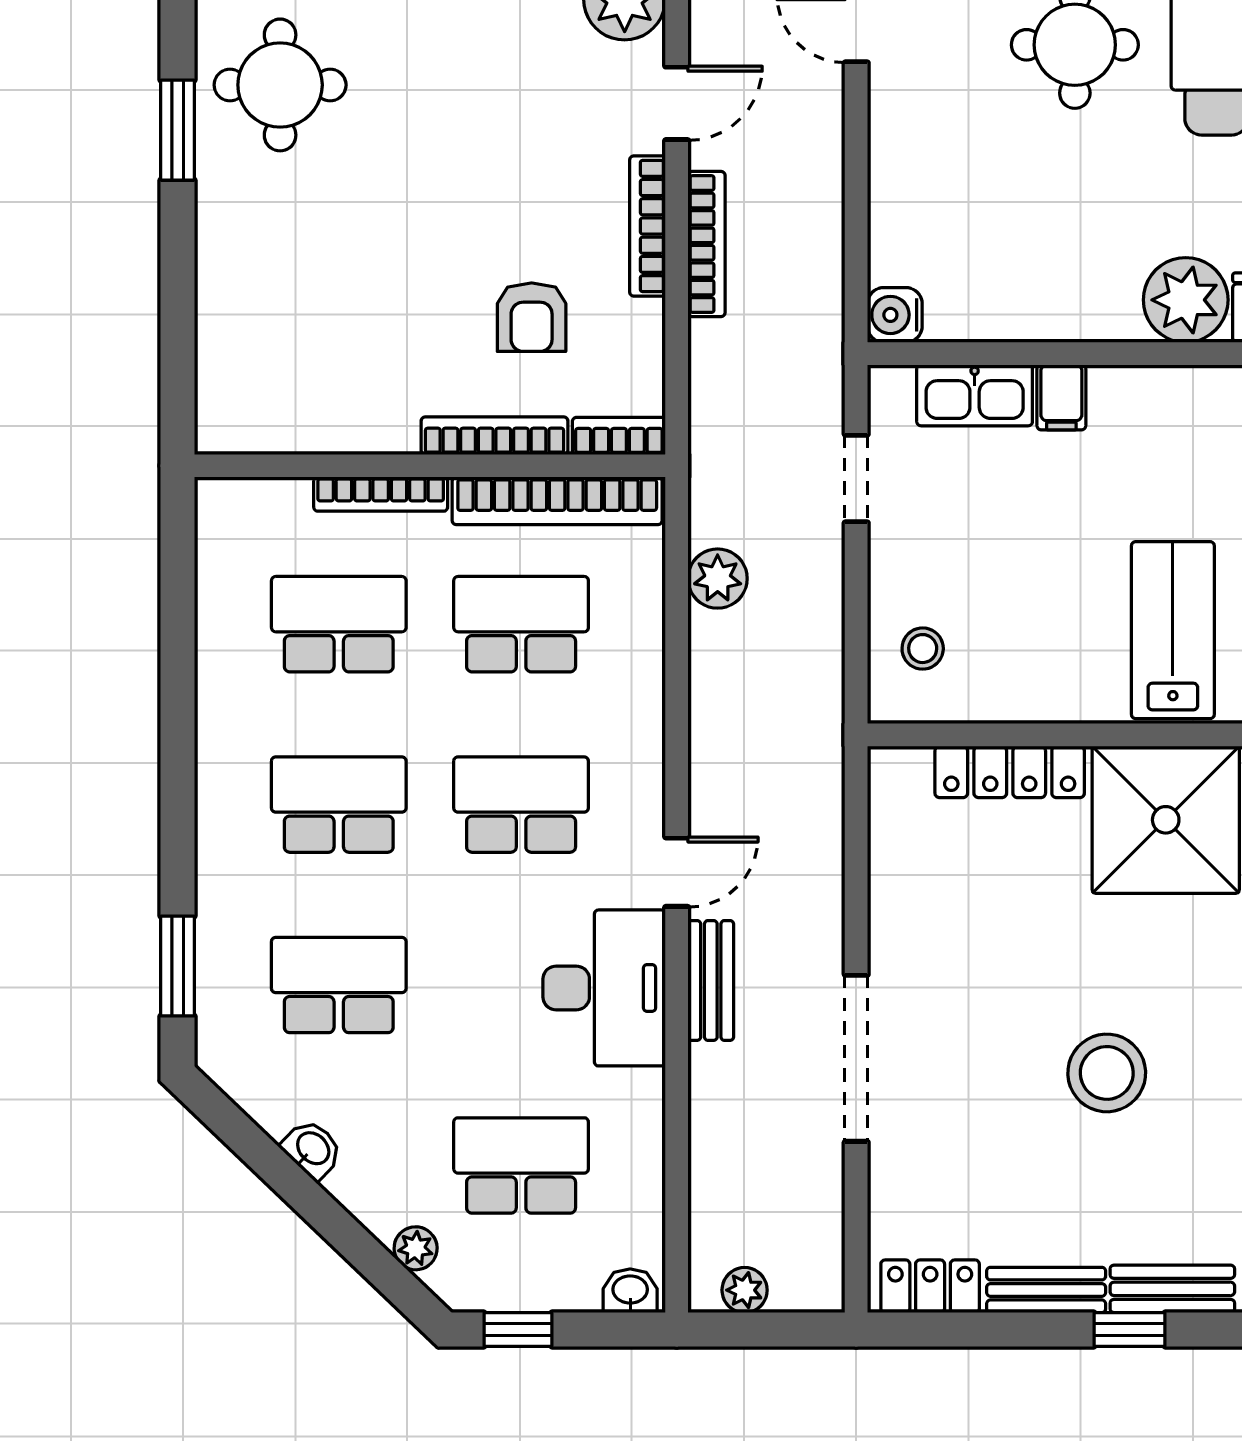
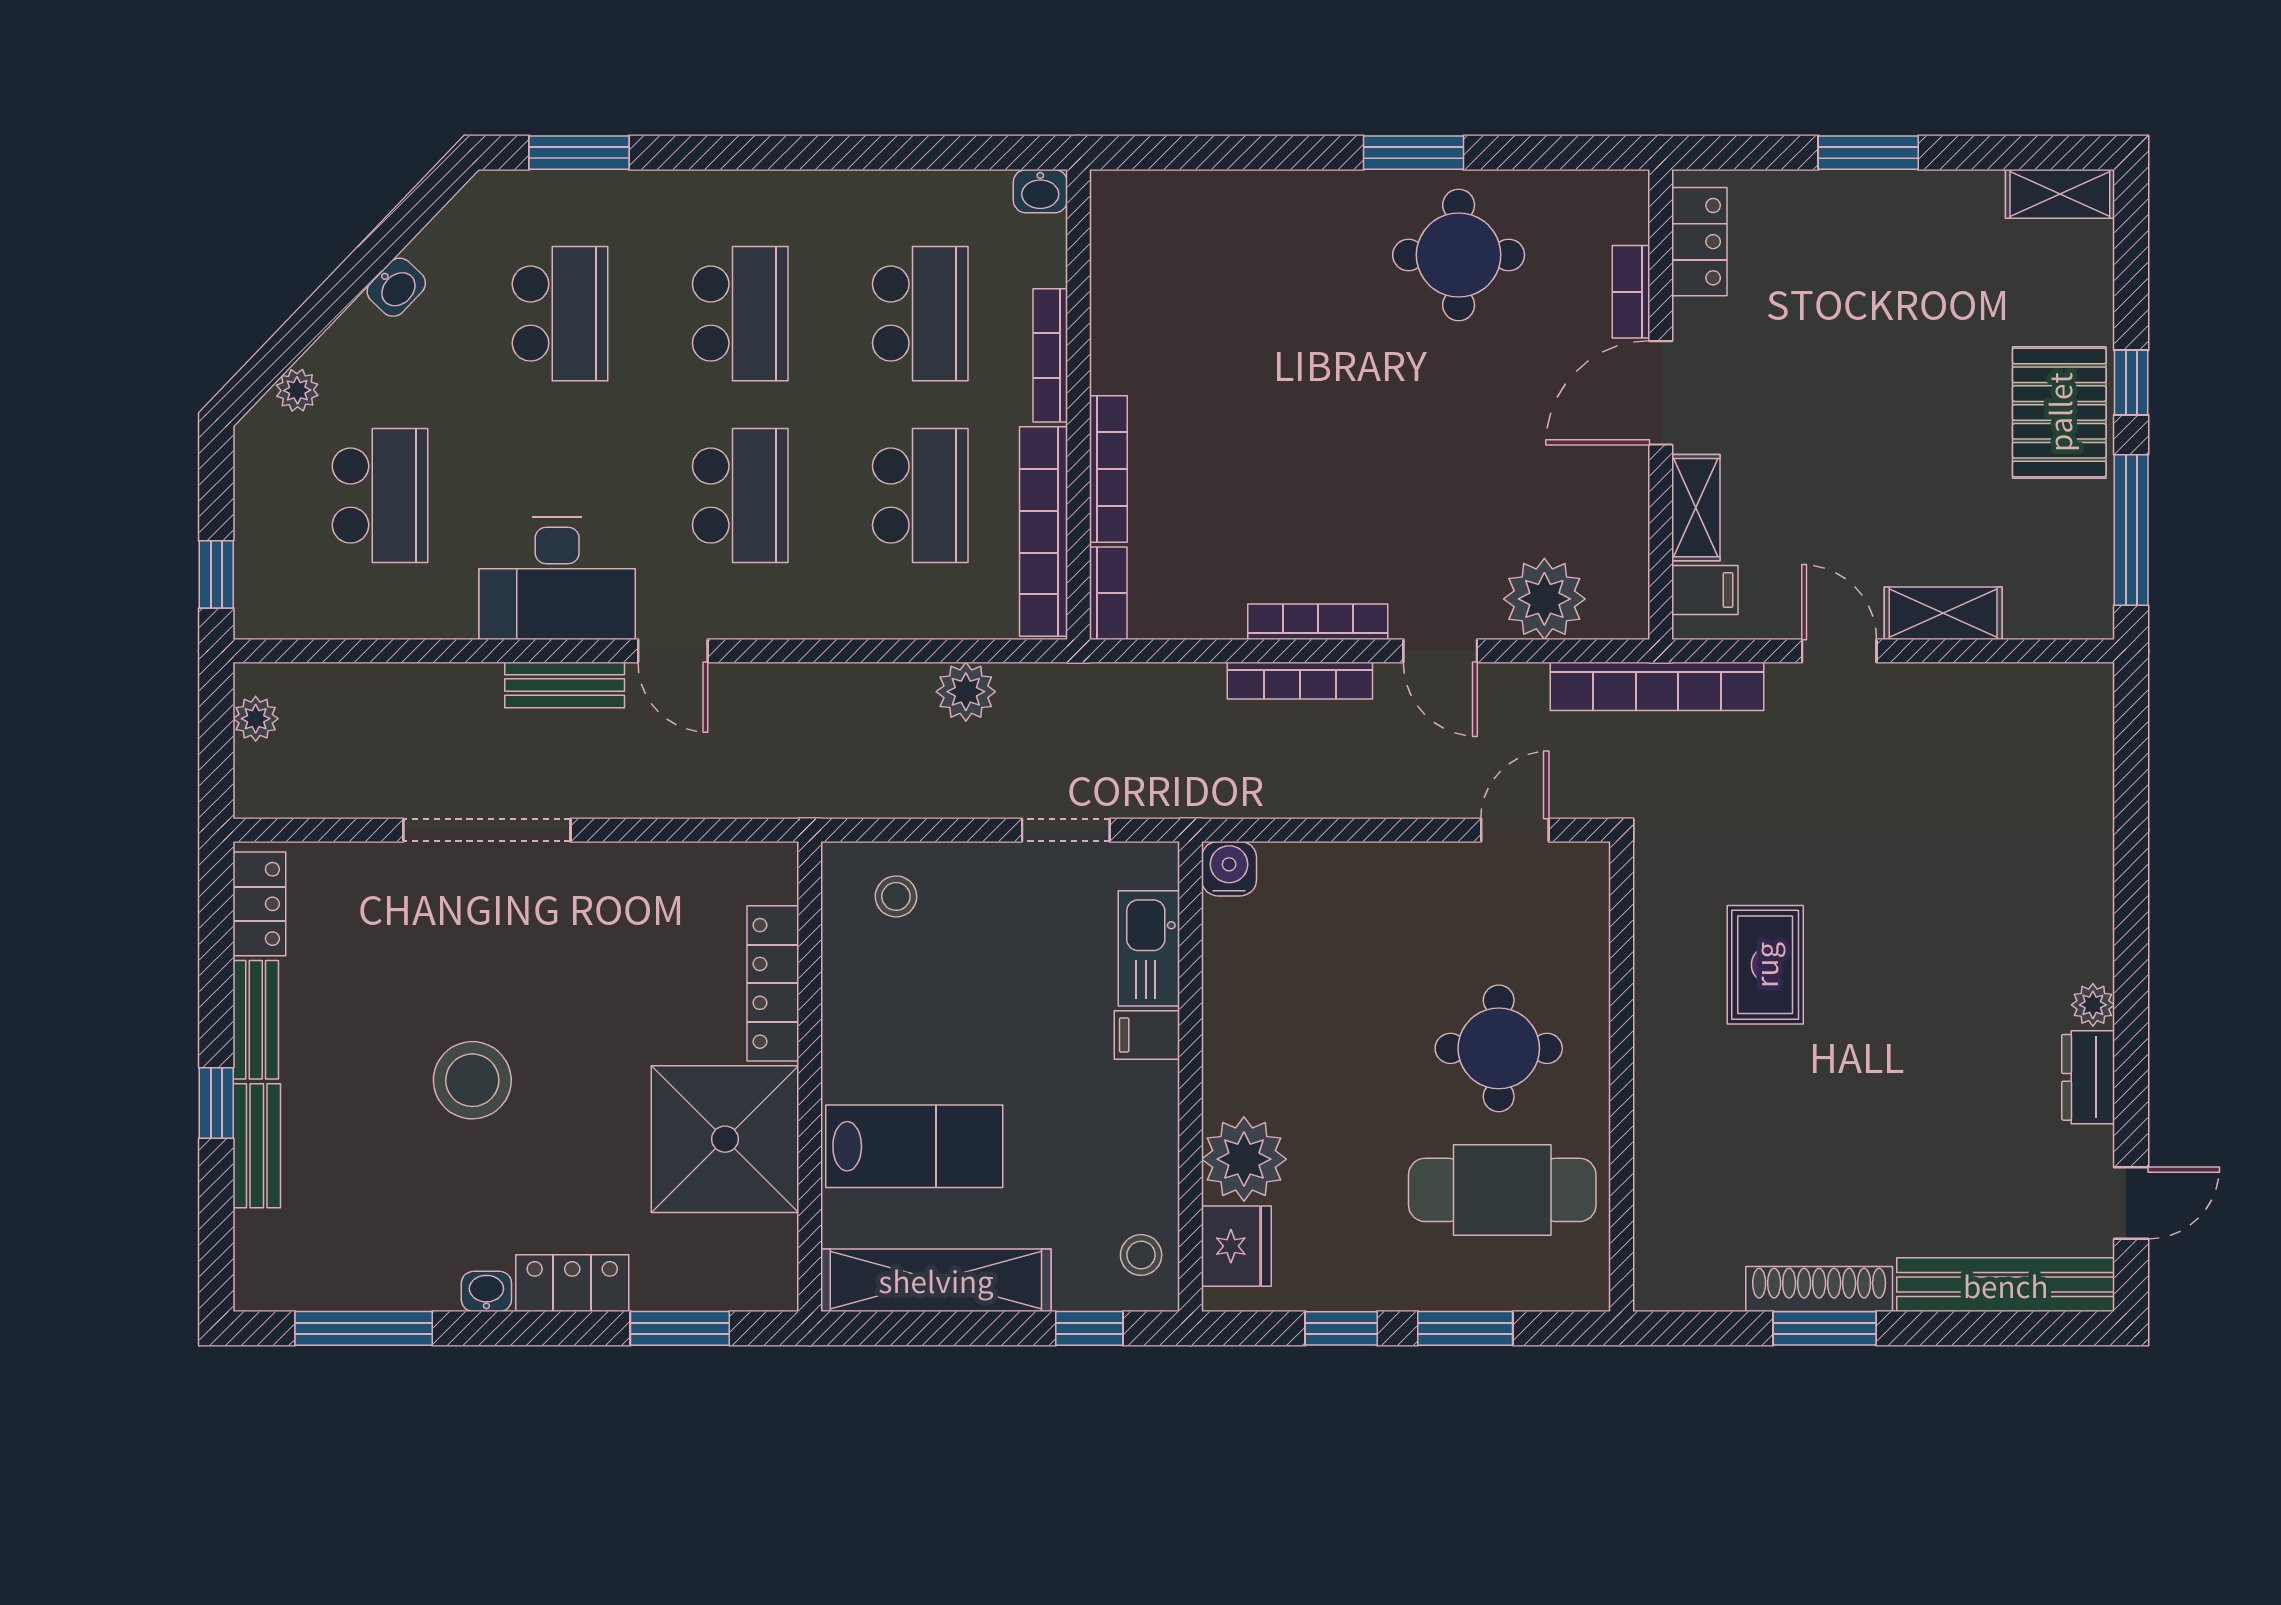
armchair: (532, 317) -> (1227, 506), removed
washbasin: (630, 1291) -> (1040, 191), moved, turned 90
window: (518, 1329) -> (216, 574), moved

